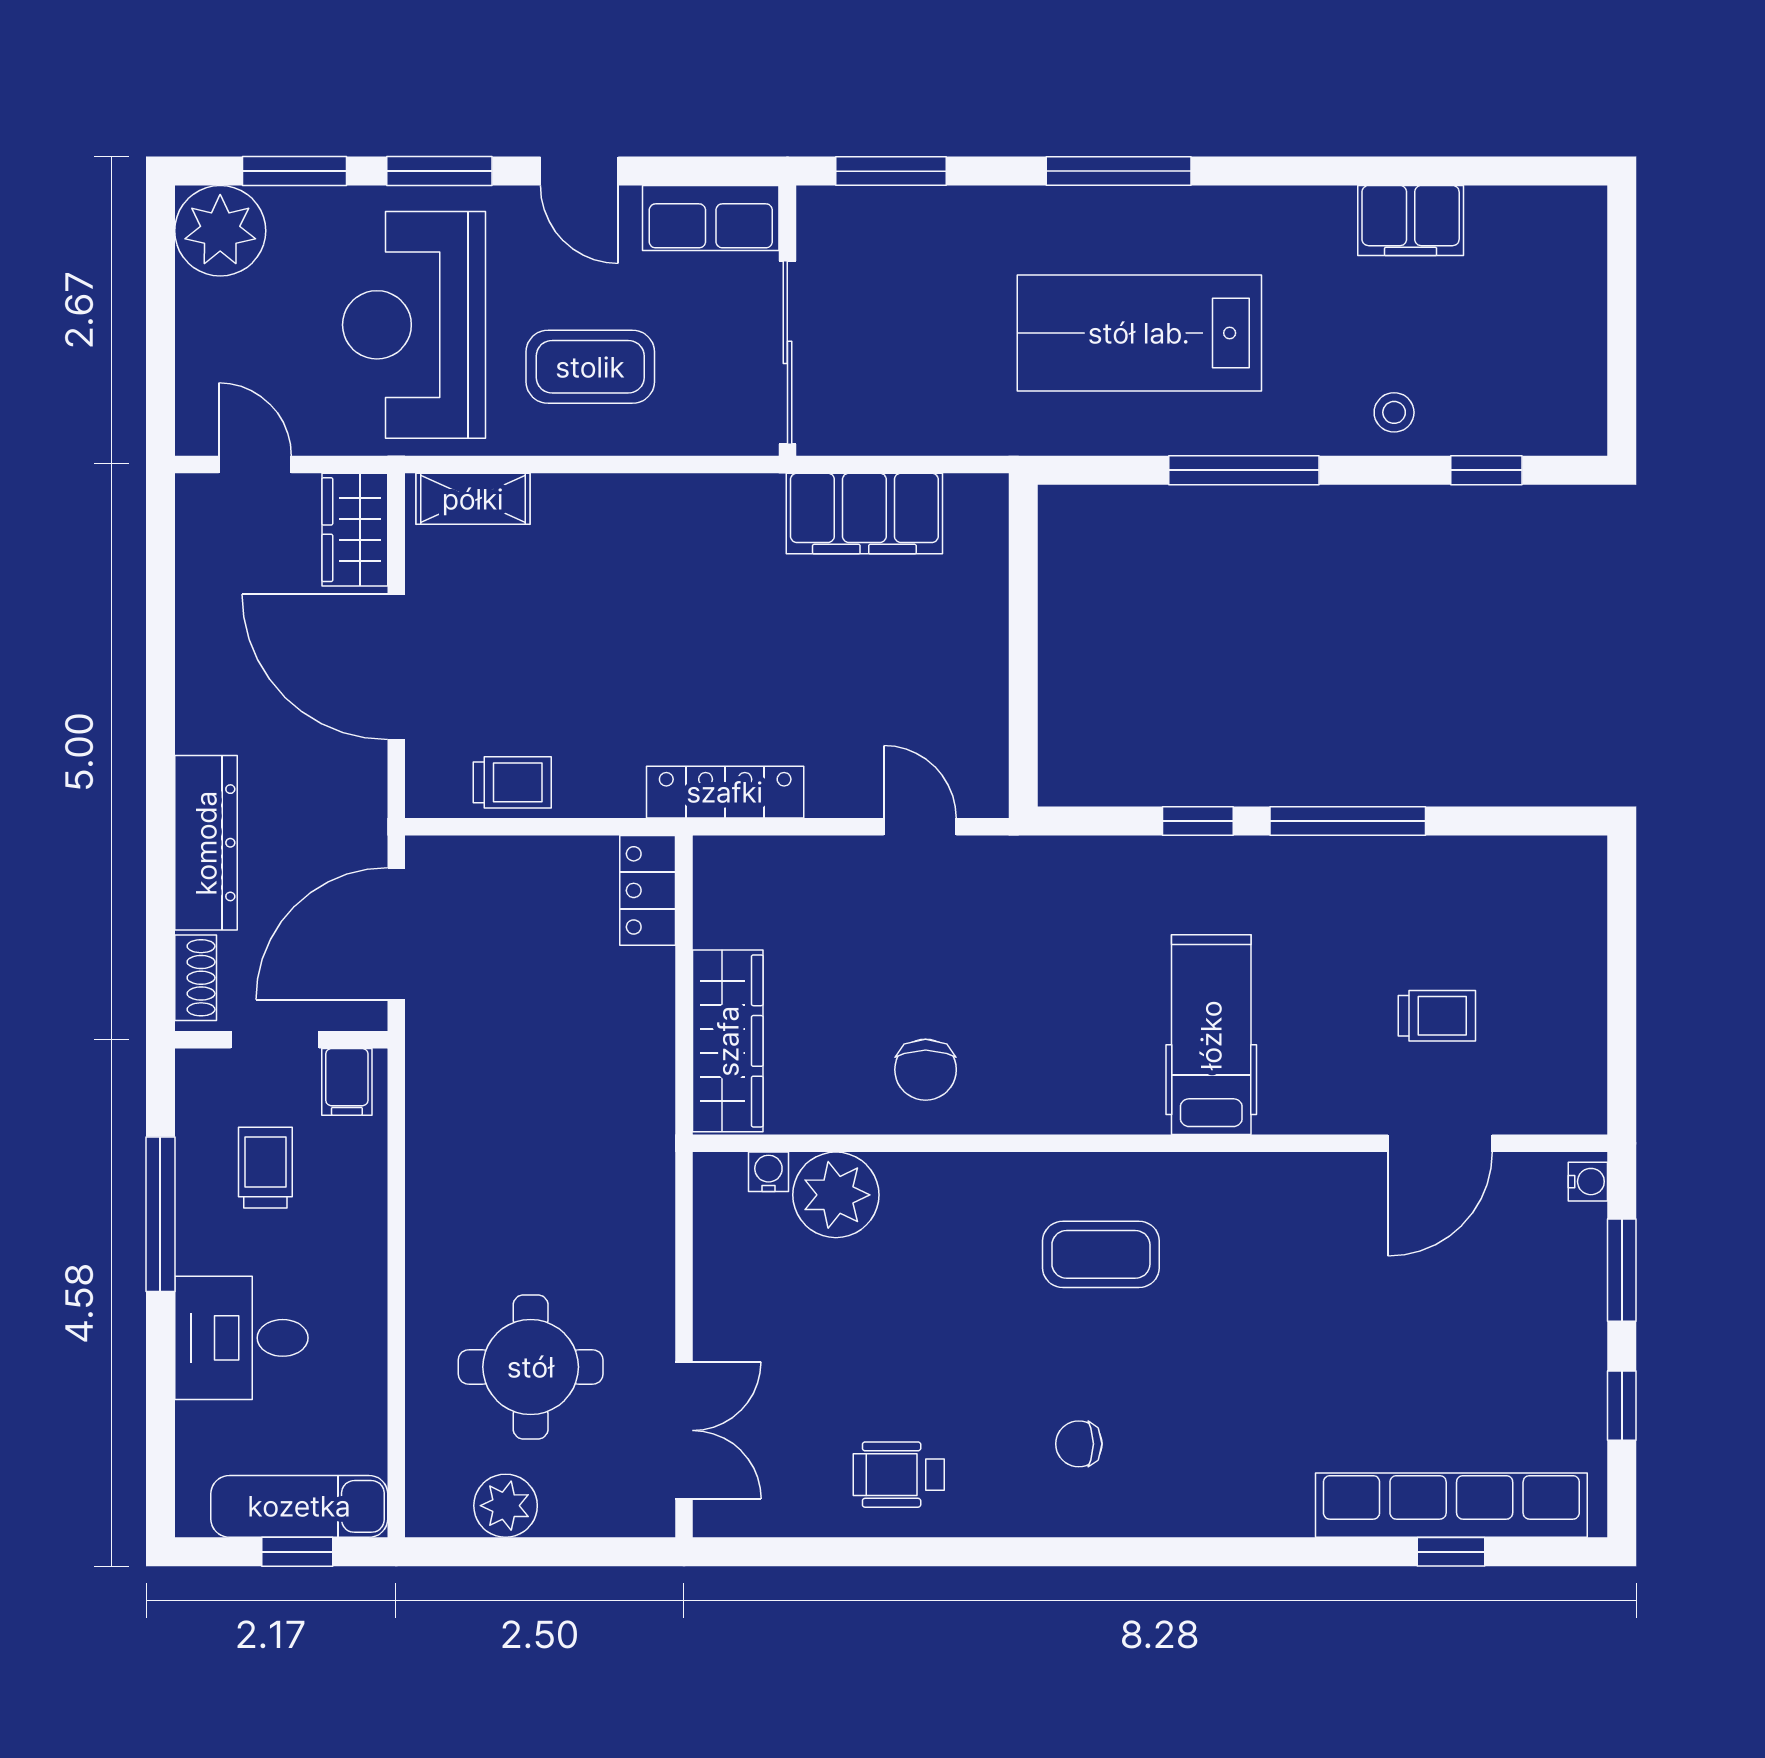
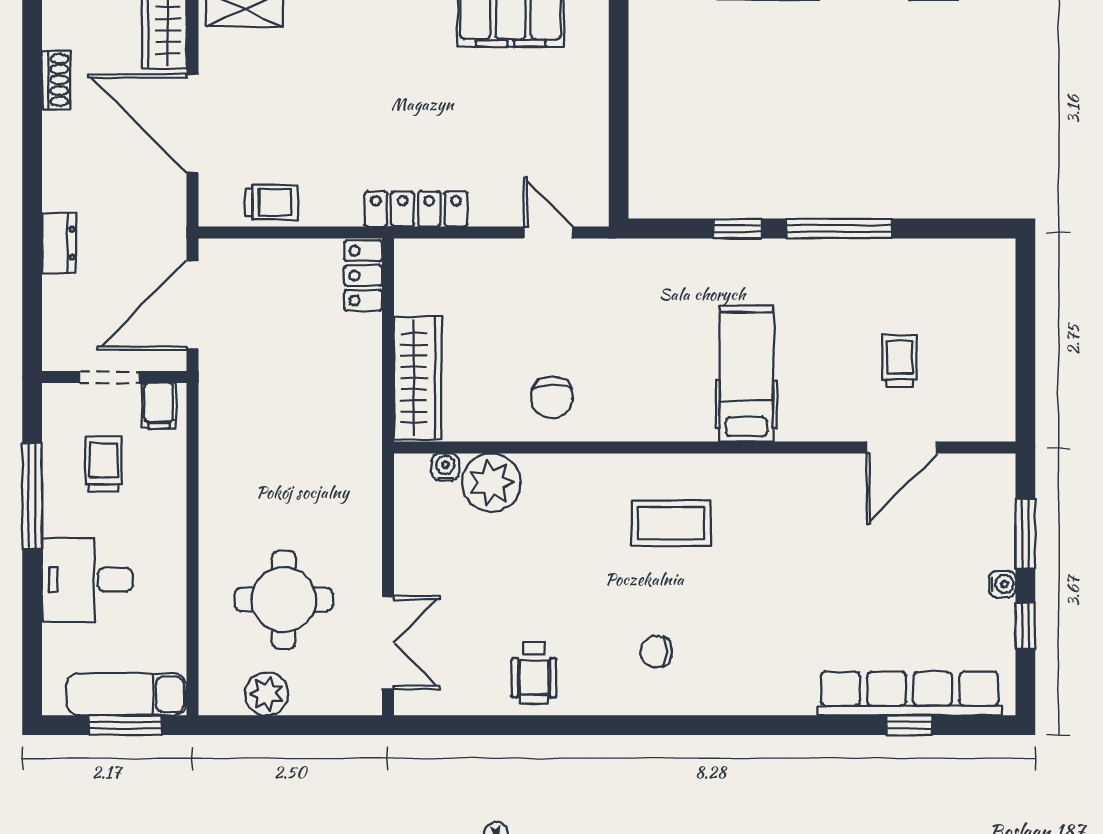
dresser: (206, 843) -> (59, 243), width x0.51, depth x0.80
shoe rack: (196, 978) -> (56, 80), moved
trolley: (1437, 1016) -> (900, 361), turned -90
water cooler: (1588, 1182) -> (1002, 584), moved
wheelchair: (899, 1475) -> (534, 673), turned -90
window: (297, 1552) -> (125, 725), width x1.50

